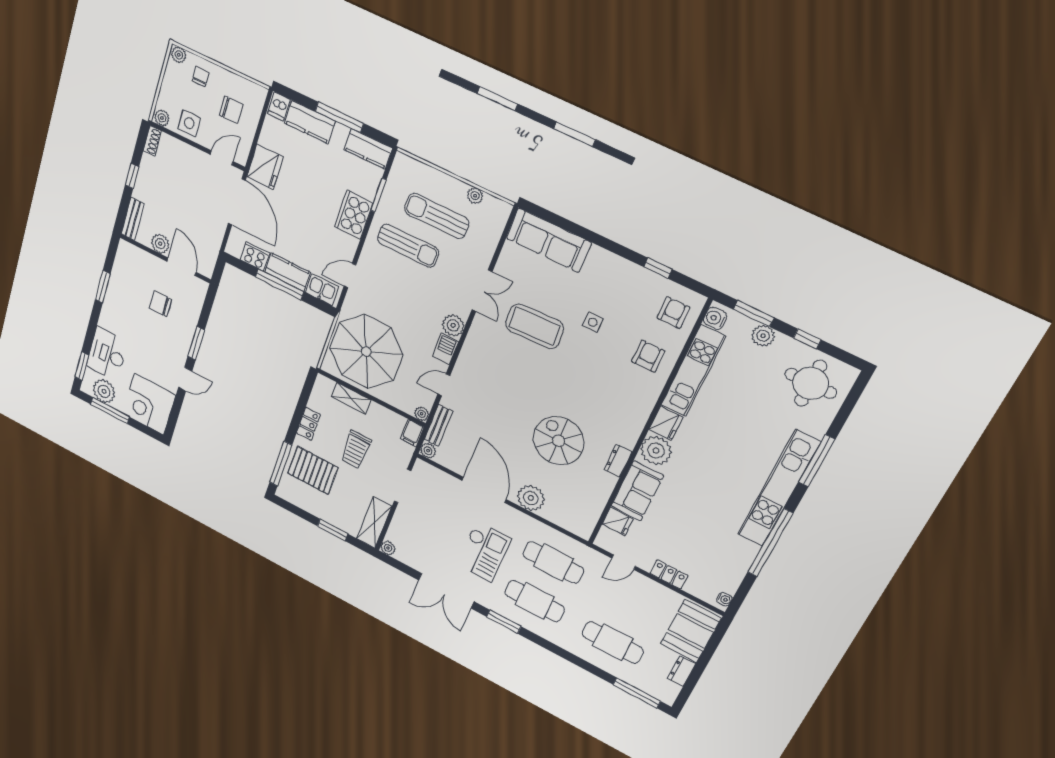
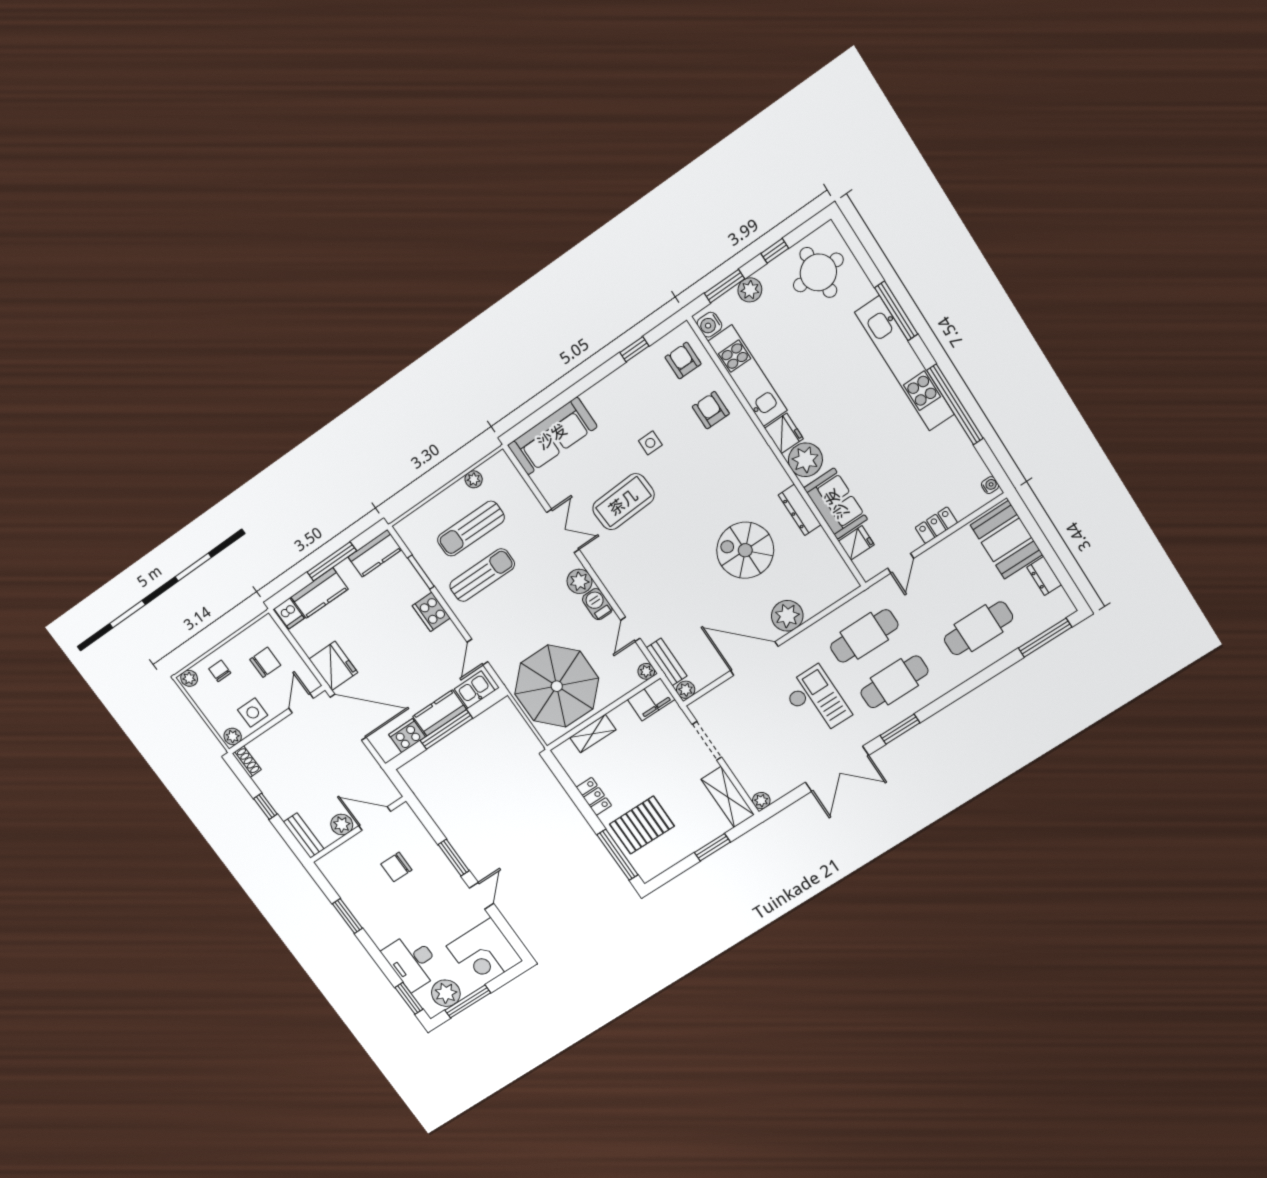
cooker: (354, 215) -> (431, 612), width x0.73, depth x0.76
filing cabinet: (412, 433) -> (651, 699), width x2.00
trolley: (356, 450) -> (645, 765), removed
dresser: (618, 461) -> (800, 510), width x1.44

